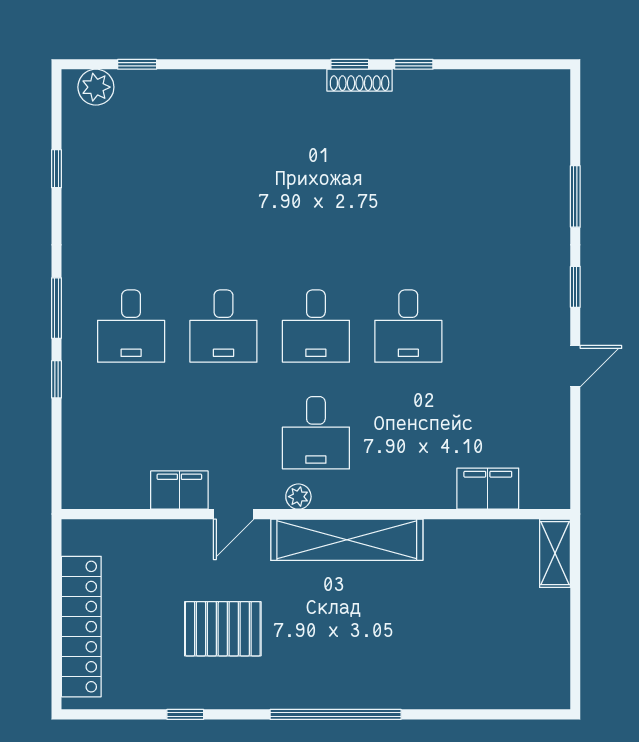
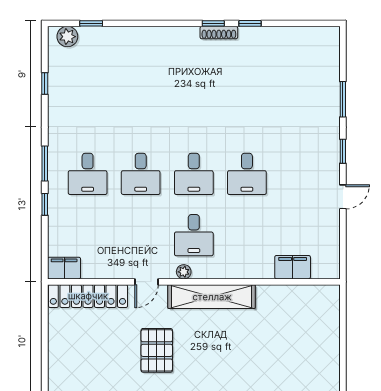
filing cabinet: (179, 490) -> (64, 268), moved
shelving: (555, 553) -> (331, 304), removed
locker: (81, 627) -> (88, 296), moved, turned 90
pallet: (223, 629) -> (157, 350), moved, turned 90

